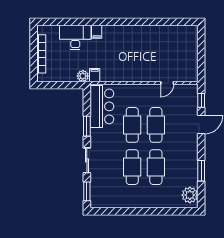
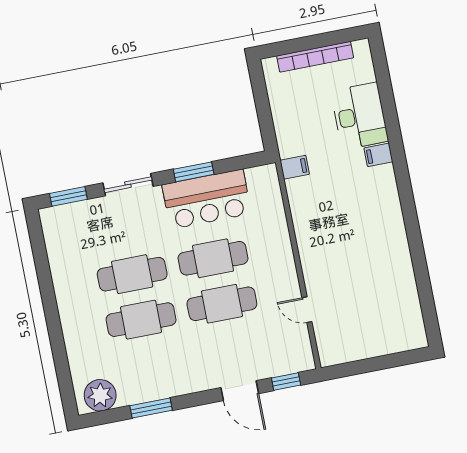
plant: (83, 76) -> (288, 145), removed
bar counter: (102, 106) -> (207, 199), moved

